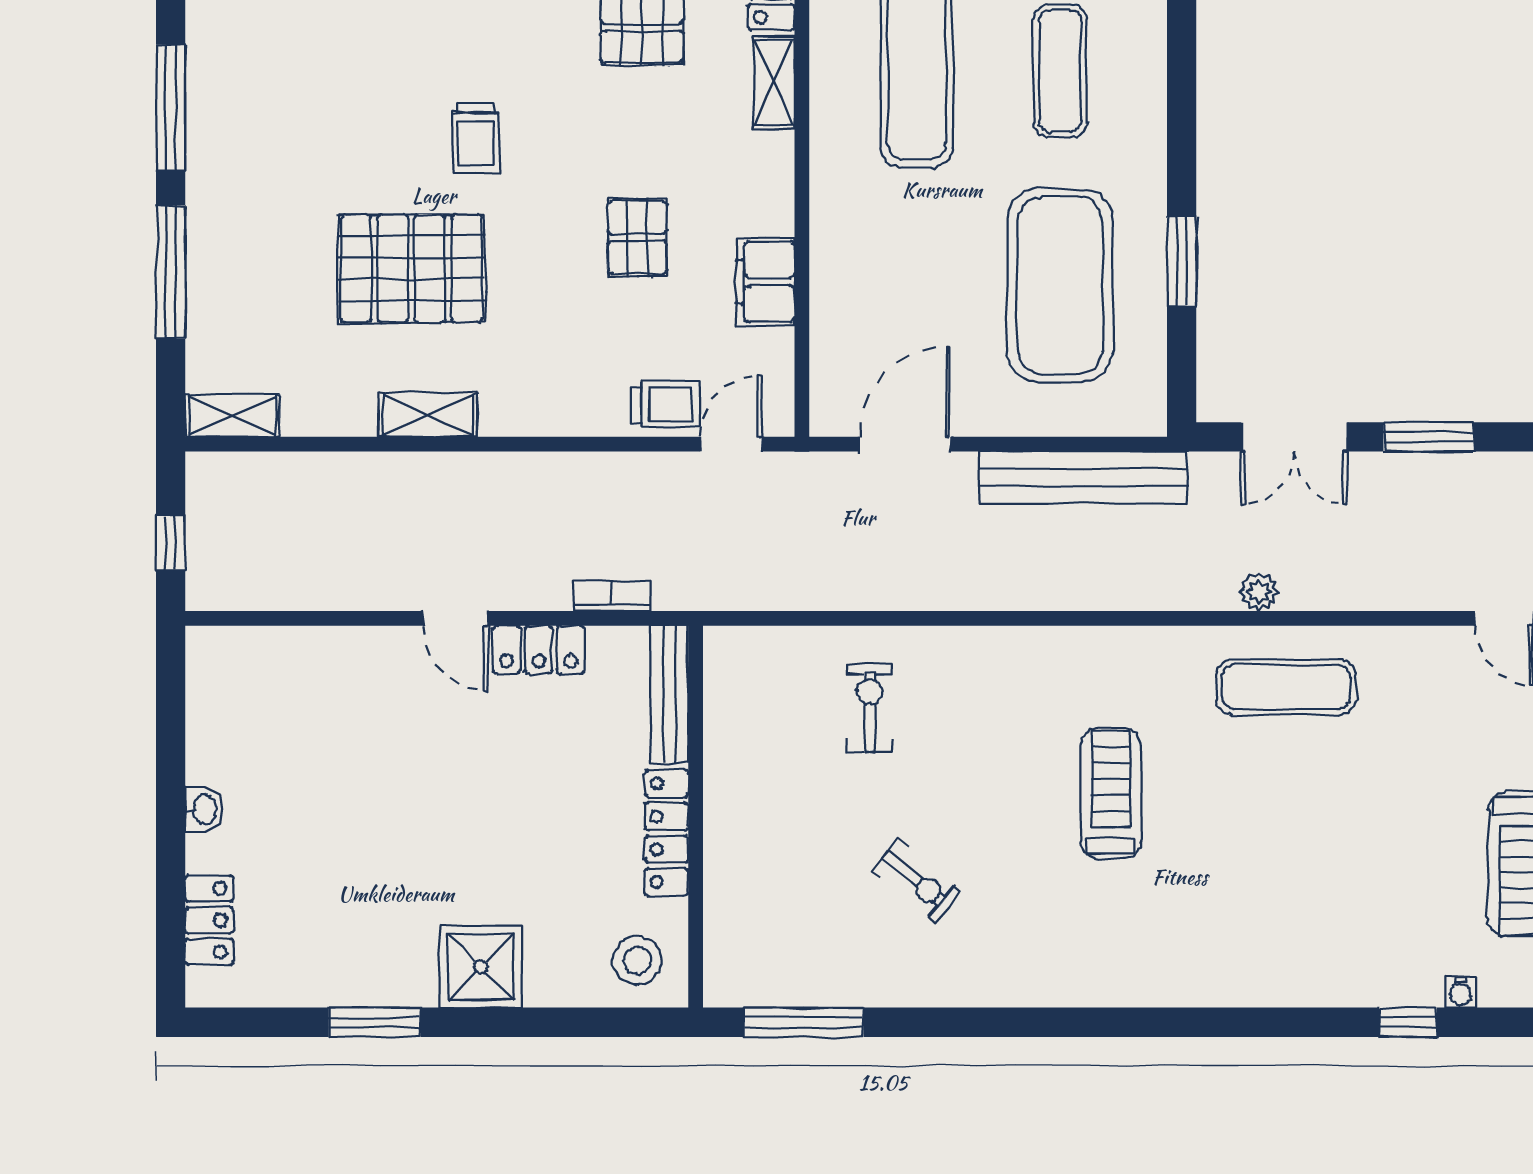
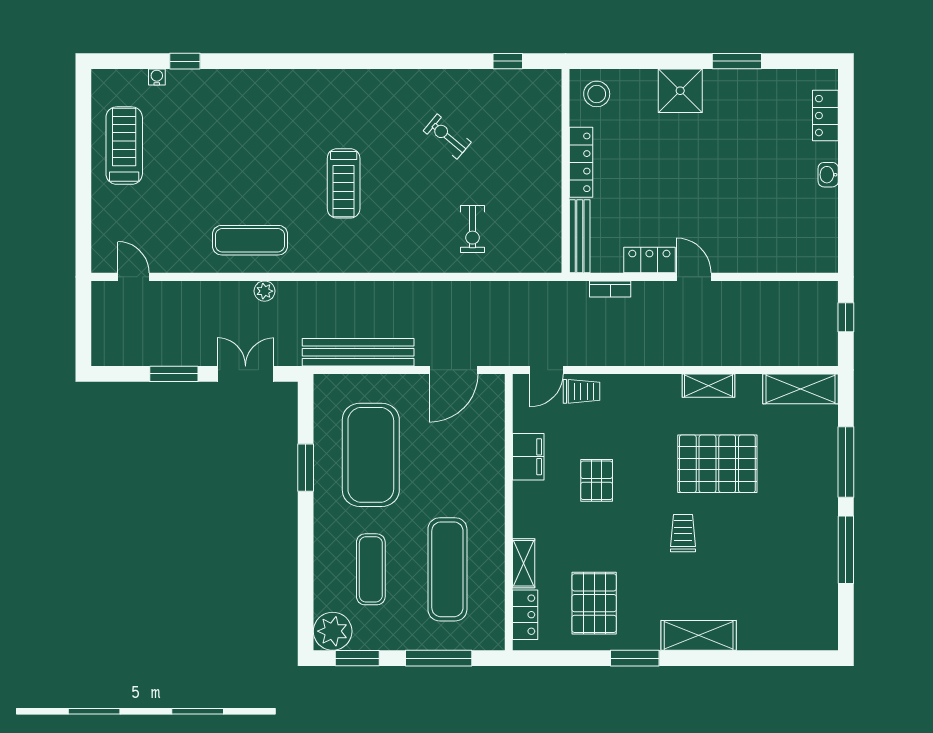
trolley: (666, 404) -> (582, 391), turned 180
shelving: (232, 416) -> (801, 389), width x1.50, depth x1.33
window: (804, 1022) -> (508, 61), width x0.46

